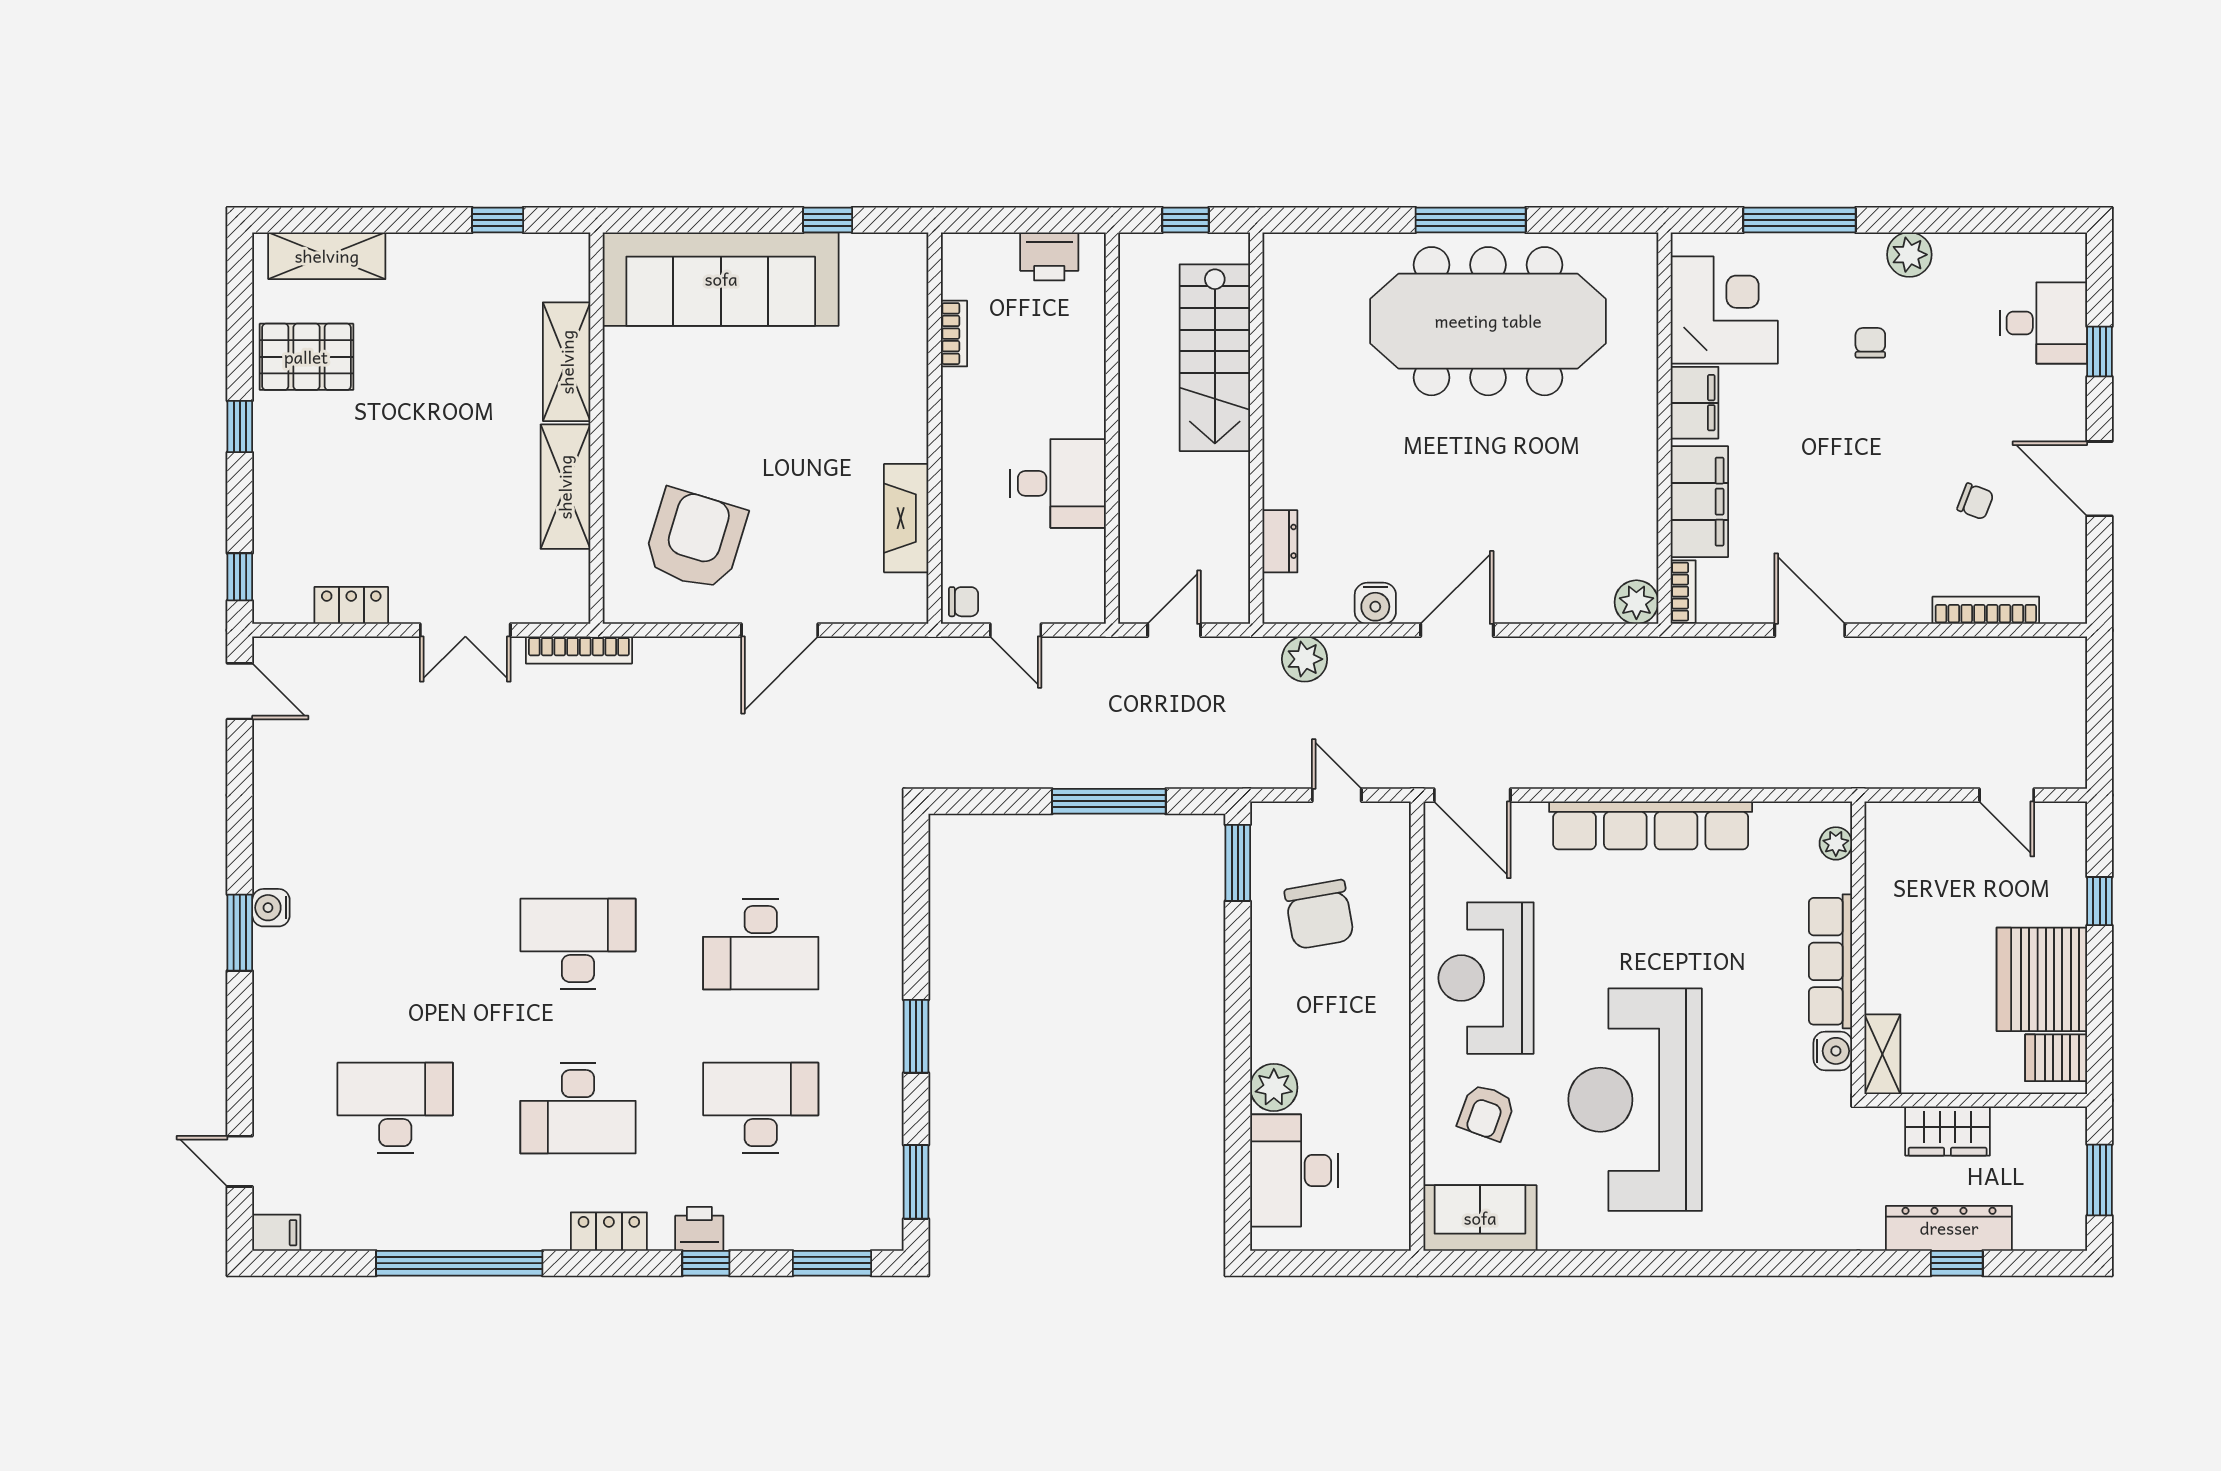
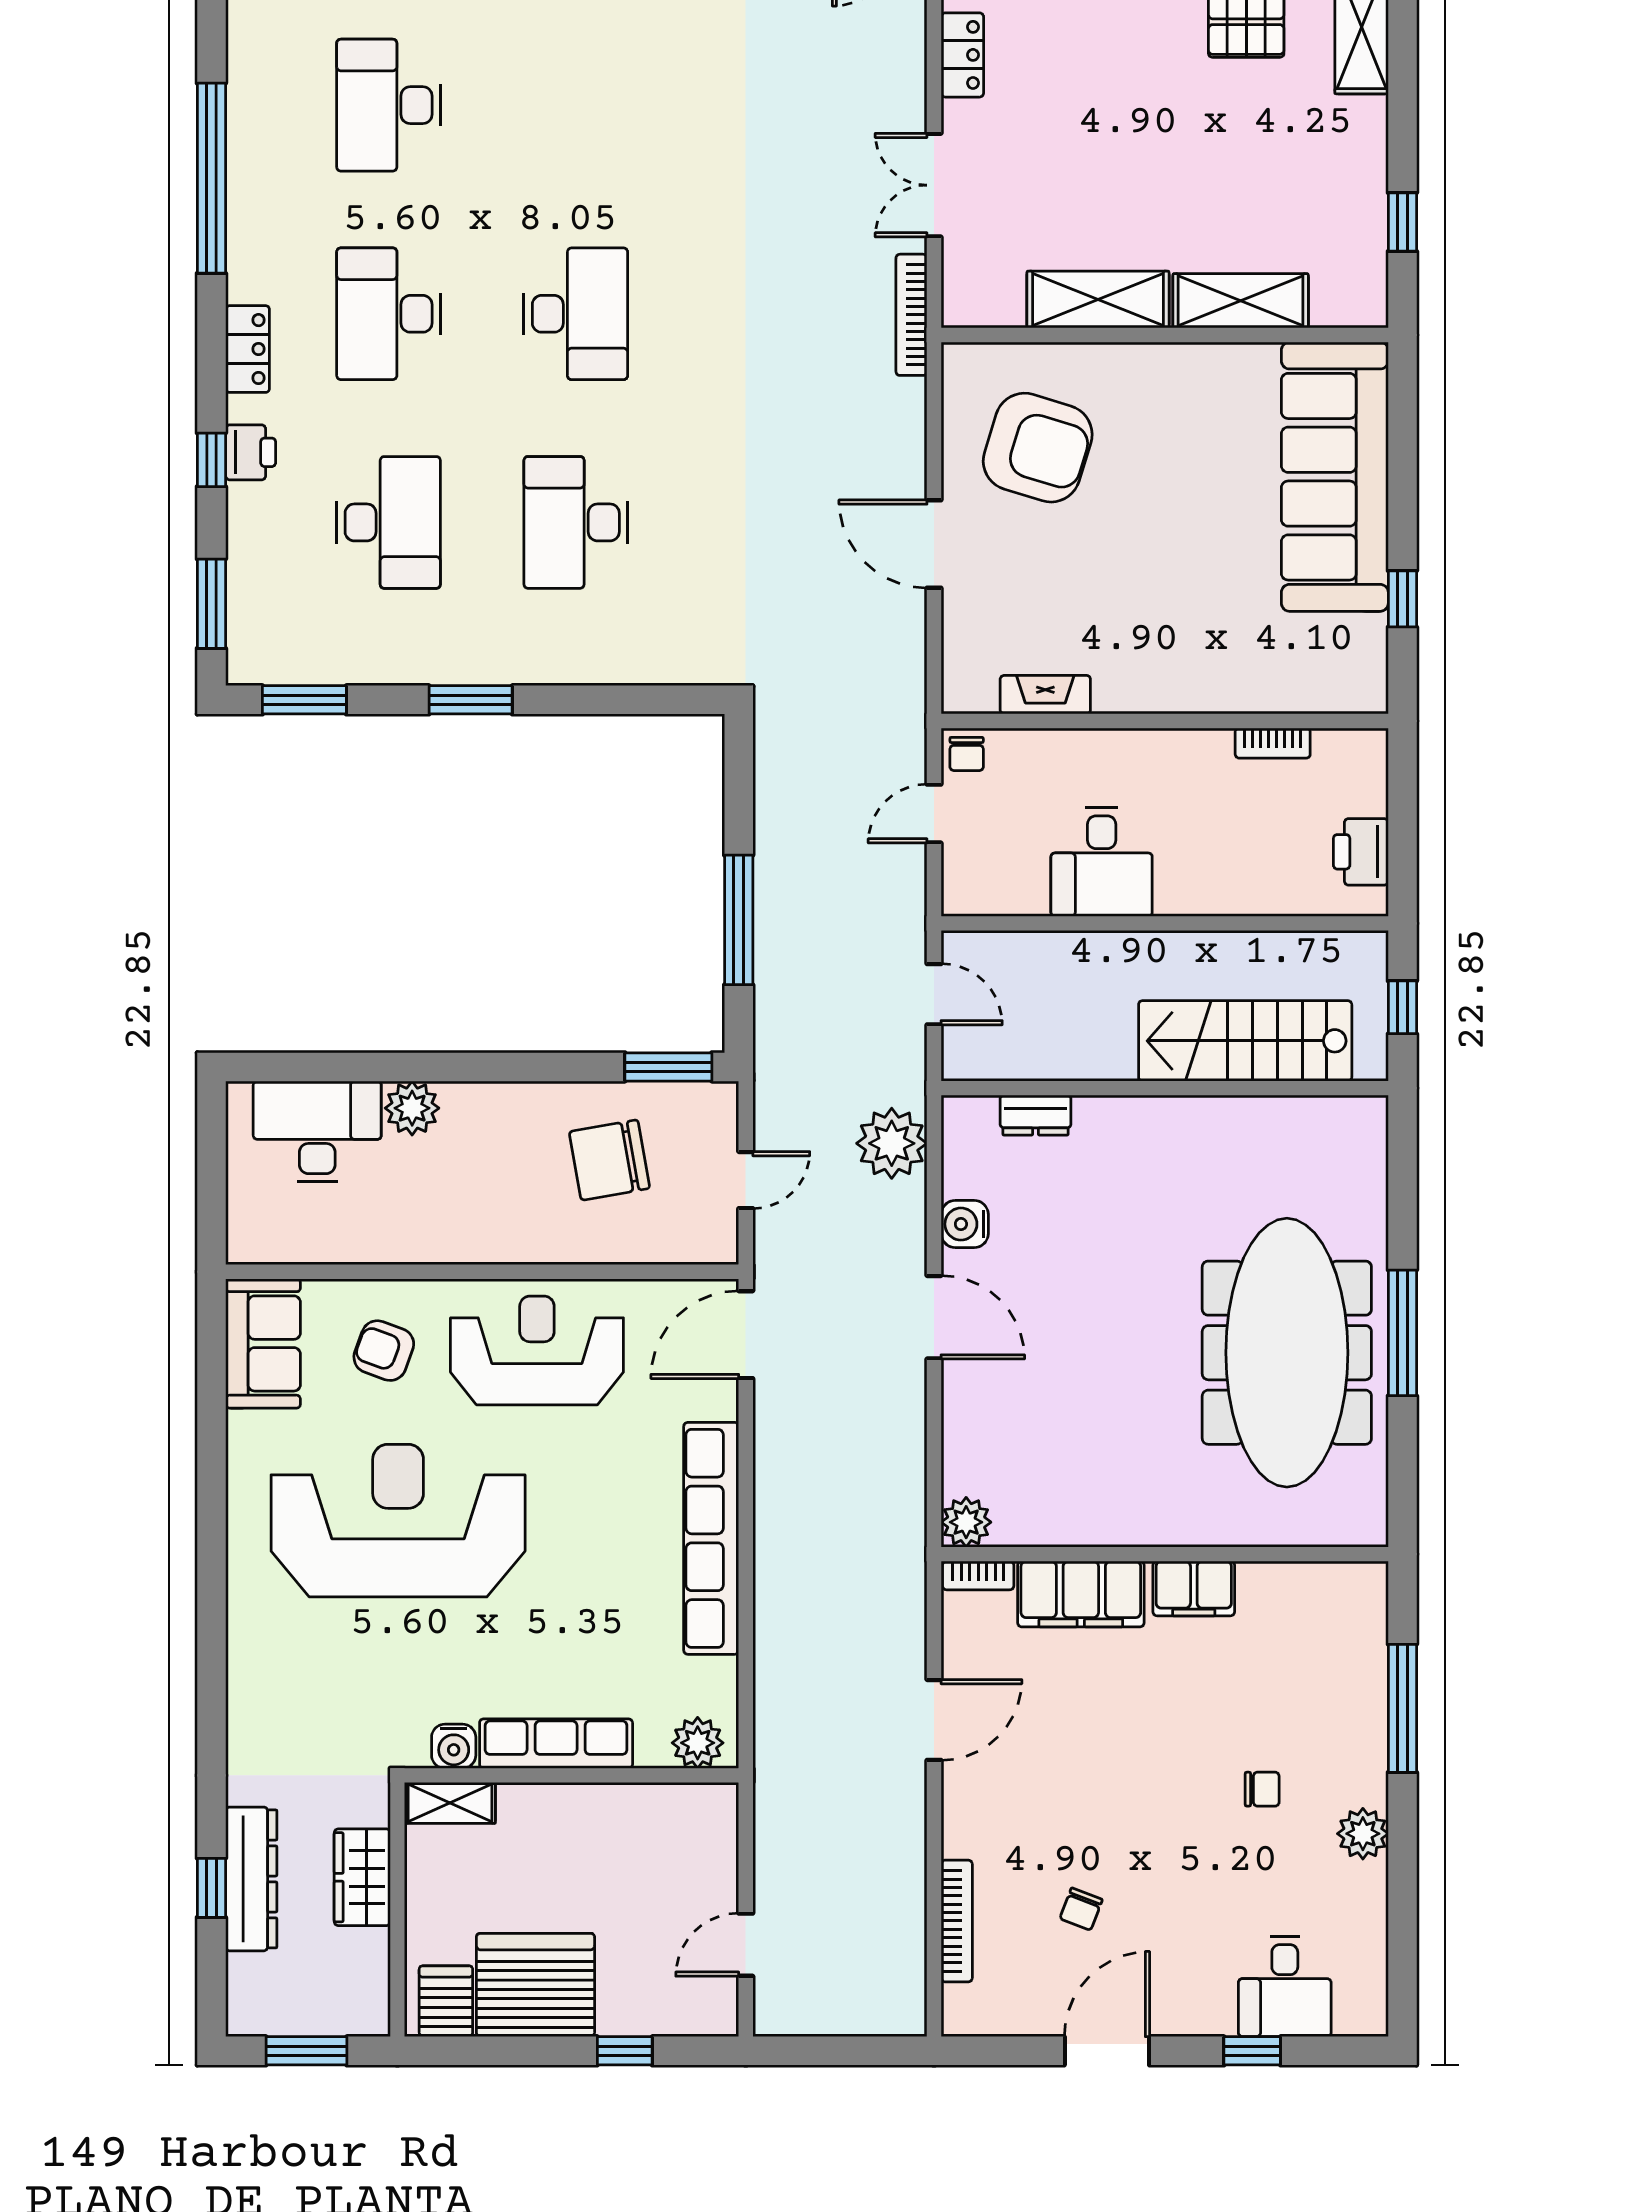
corner desk: (1724, 310) -> (1300, 1622), removed
fireplace: (906, 518) -> (1045, 695), width x0.73, depth x0.76
plant: (1305, 659) -> (892, 1143), width x1.36, depth x1.36
plant: (1836, 843) -> (698, 1743), width x1.38, depth x1.38
desk: (395, 1108) -> (389, 105), turned 180

